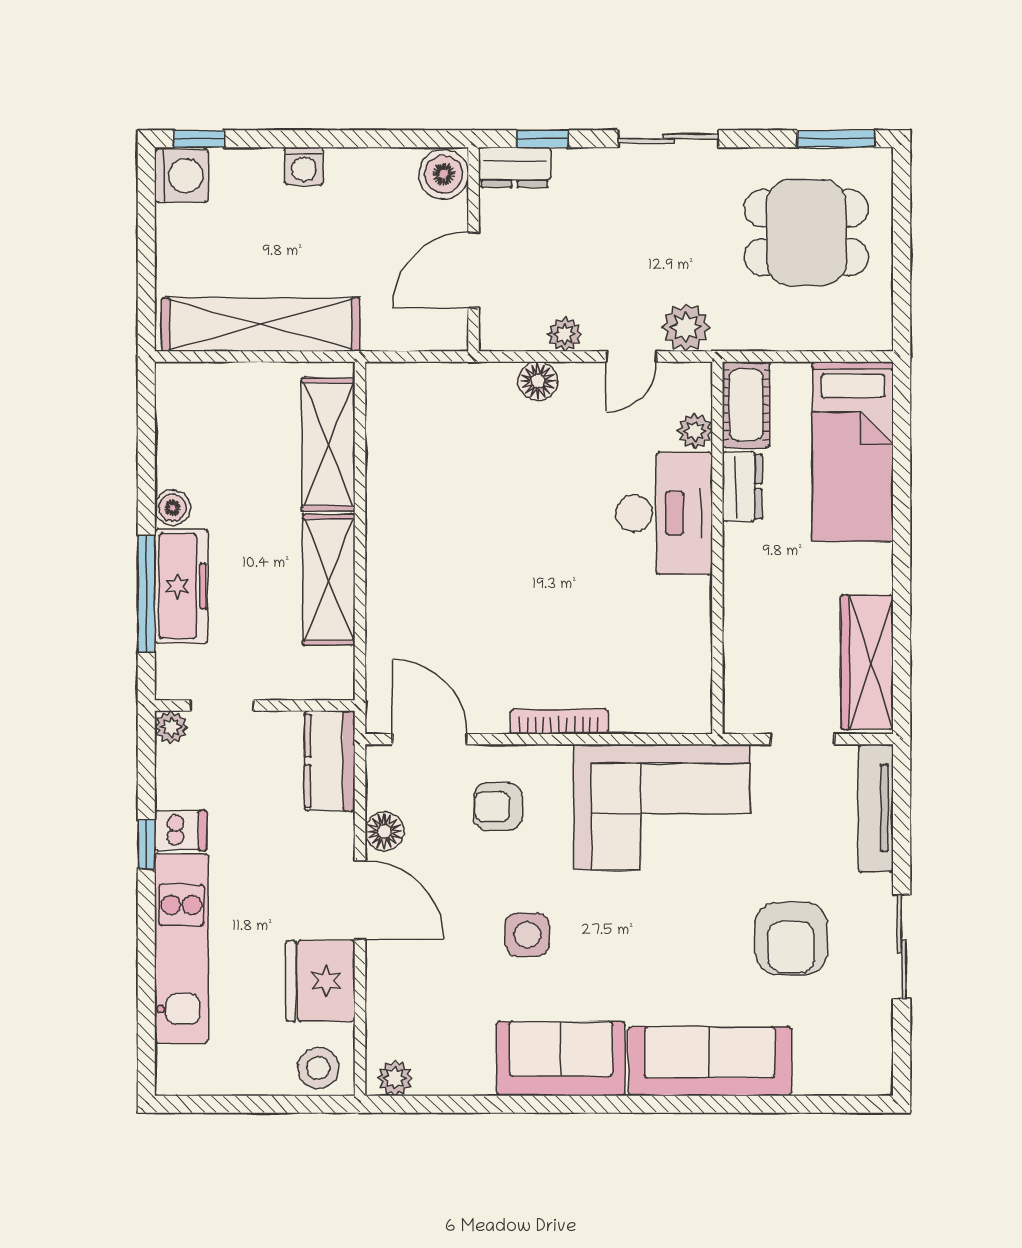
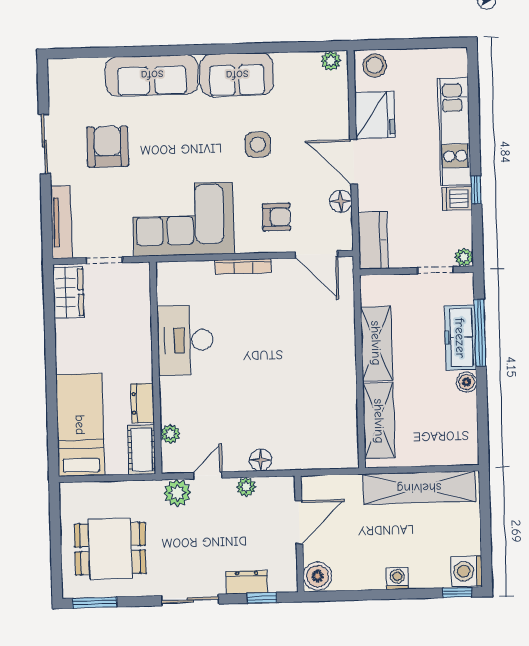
dresser: (514, 167) -> (247, 582), moved
desk: (664, 513) -> (185, 340), moved
wardrobe: (867, 662) -> (68, 292), width x0.67

